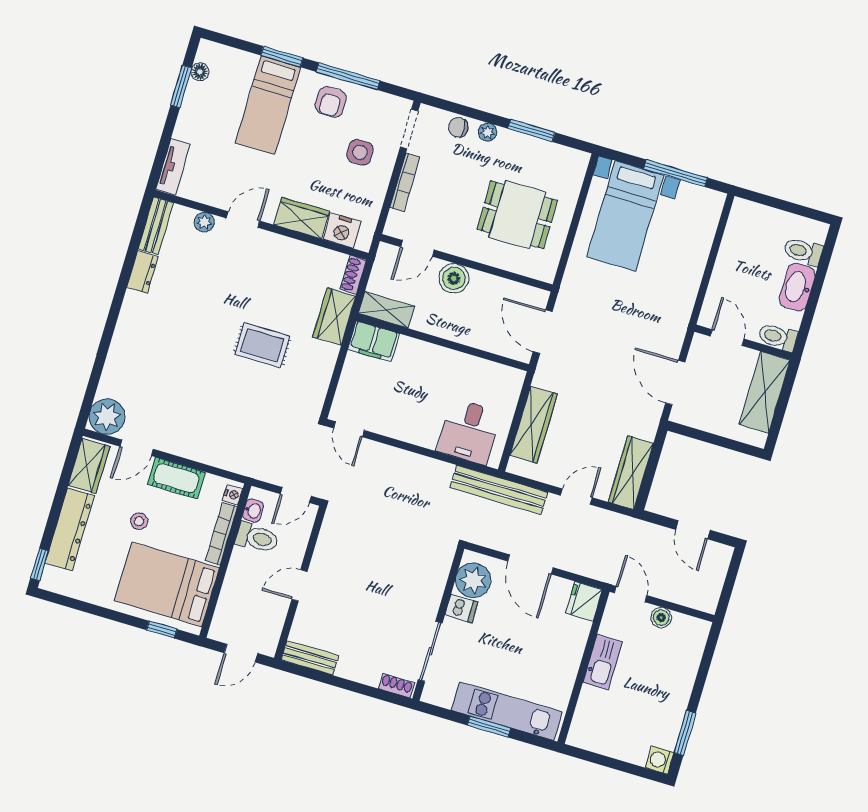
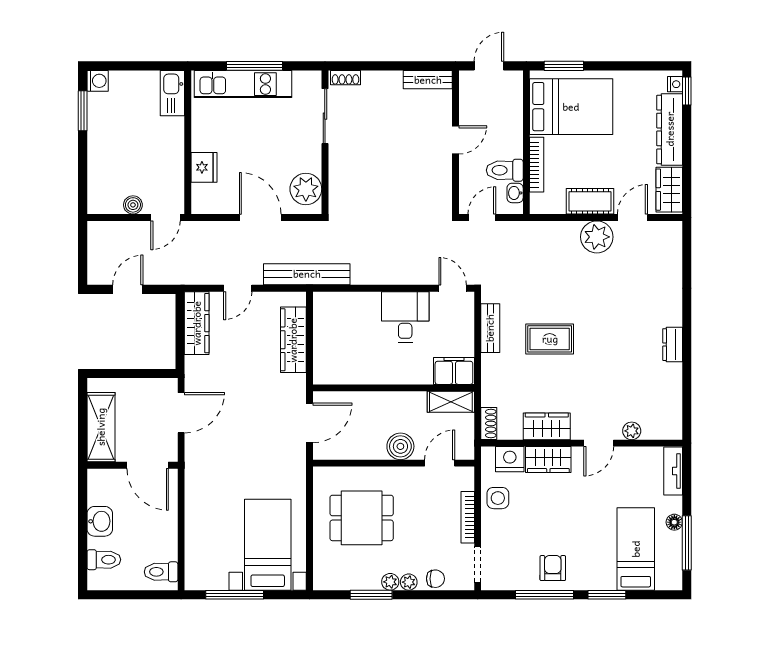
floor lamp: (200, 72) -> (674, 522), moved
window: (181, 86) -> (687, 543), width x1.44
bed: (268, 105) -> (636, 549), moved
plant: (507, 138) -> (390, 582), added
side table: (360, 152) -> (498, 498), moved
bench: (156, 226) -> (490, 328), moved
dresser: (142, 272) -> (673, 345), moved
washbasin: (797, 287) -> (100, 521), width x0.72
wardrobe: (334, 317) -> (547, 426), moved, turned -90
door: (543, 332) -> (309, 423), hinge flipped
toilet: (778, 337) -> (161, 572), moved, turned 180
door: (727, 338) -> (148, 465), width x1.38
door: (675, 383) -> (181, 413), hinge flipped
plant: (107, 417) -> (597, 237), moved
desk: (469, 432) -> (405, 317), moved
nightstand: (233, 494) -> (675, 84), moved, turned 180
stool: (139, 521) -> (611, 154), removed
door: (693, 530) -> (128, 289), hinge flipped
door: (631, 594) -> (165, 217), hinge flipped
fridge: (584, 601) -> (204, 167), moved
dishwasher: (461, 608) -> (309, 162), removed
window: (162, 630) -> (564, 66), width x1.50
kitchen sink: (602, 662) -> (172, 93), moved
window: (489, 727) -> (254, 66), width x1.44

